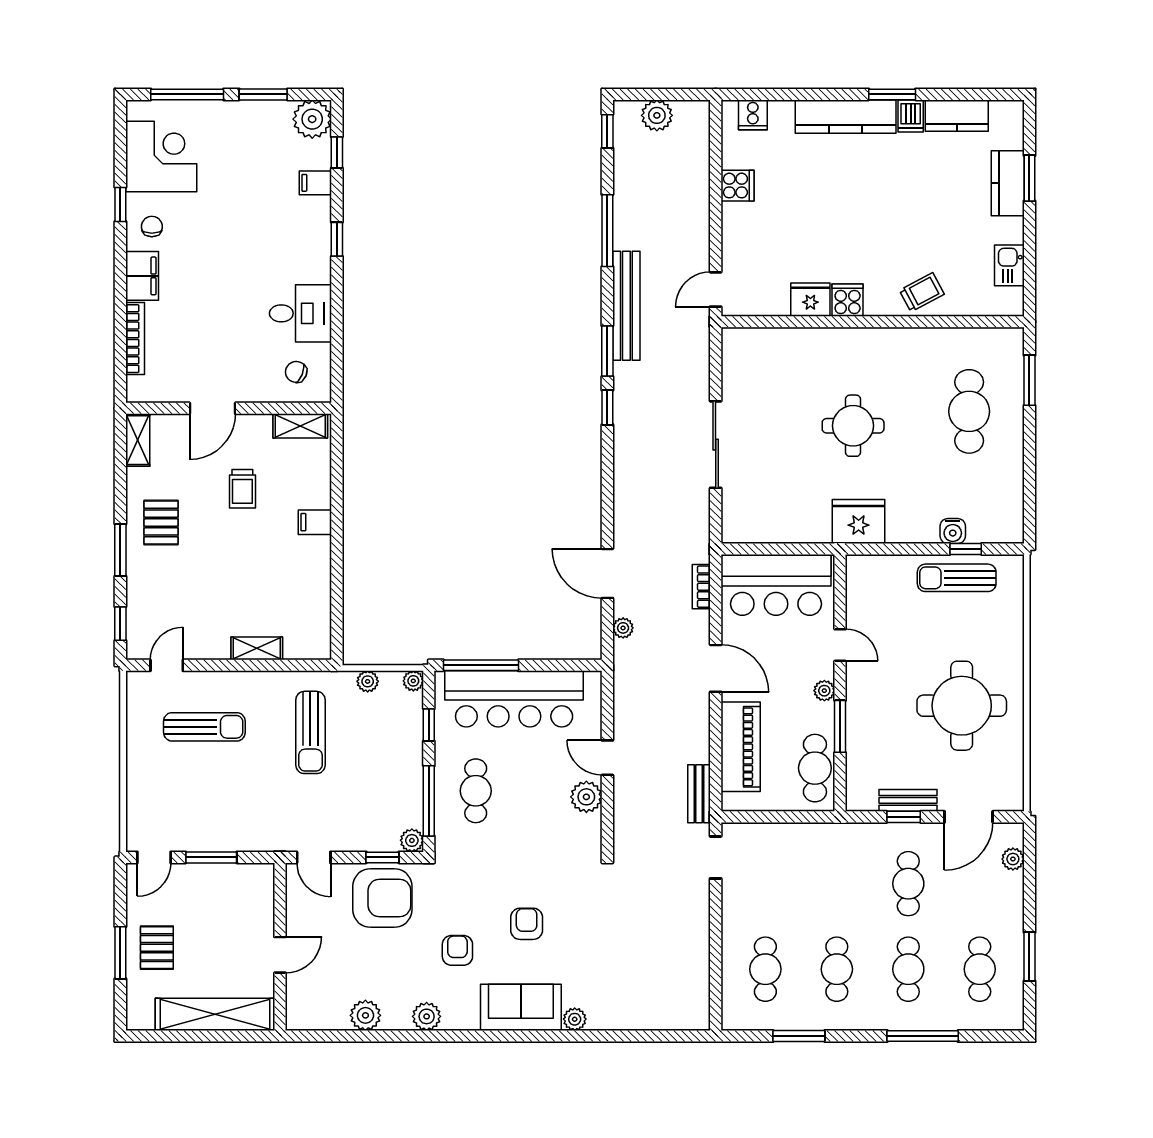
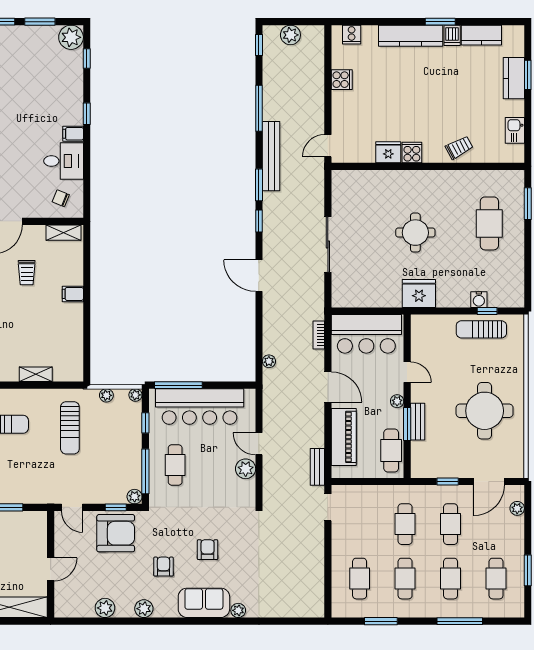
filing cabinet: (315, 183) -> (73, 134), moved
door: (607, 573) -> (259, 276), moved
bench: (908, 800) -> (418, 422), moved, turned 90
cafe table: (837, 884) -> (405, 524), added

